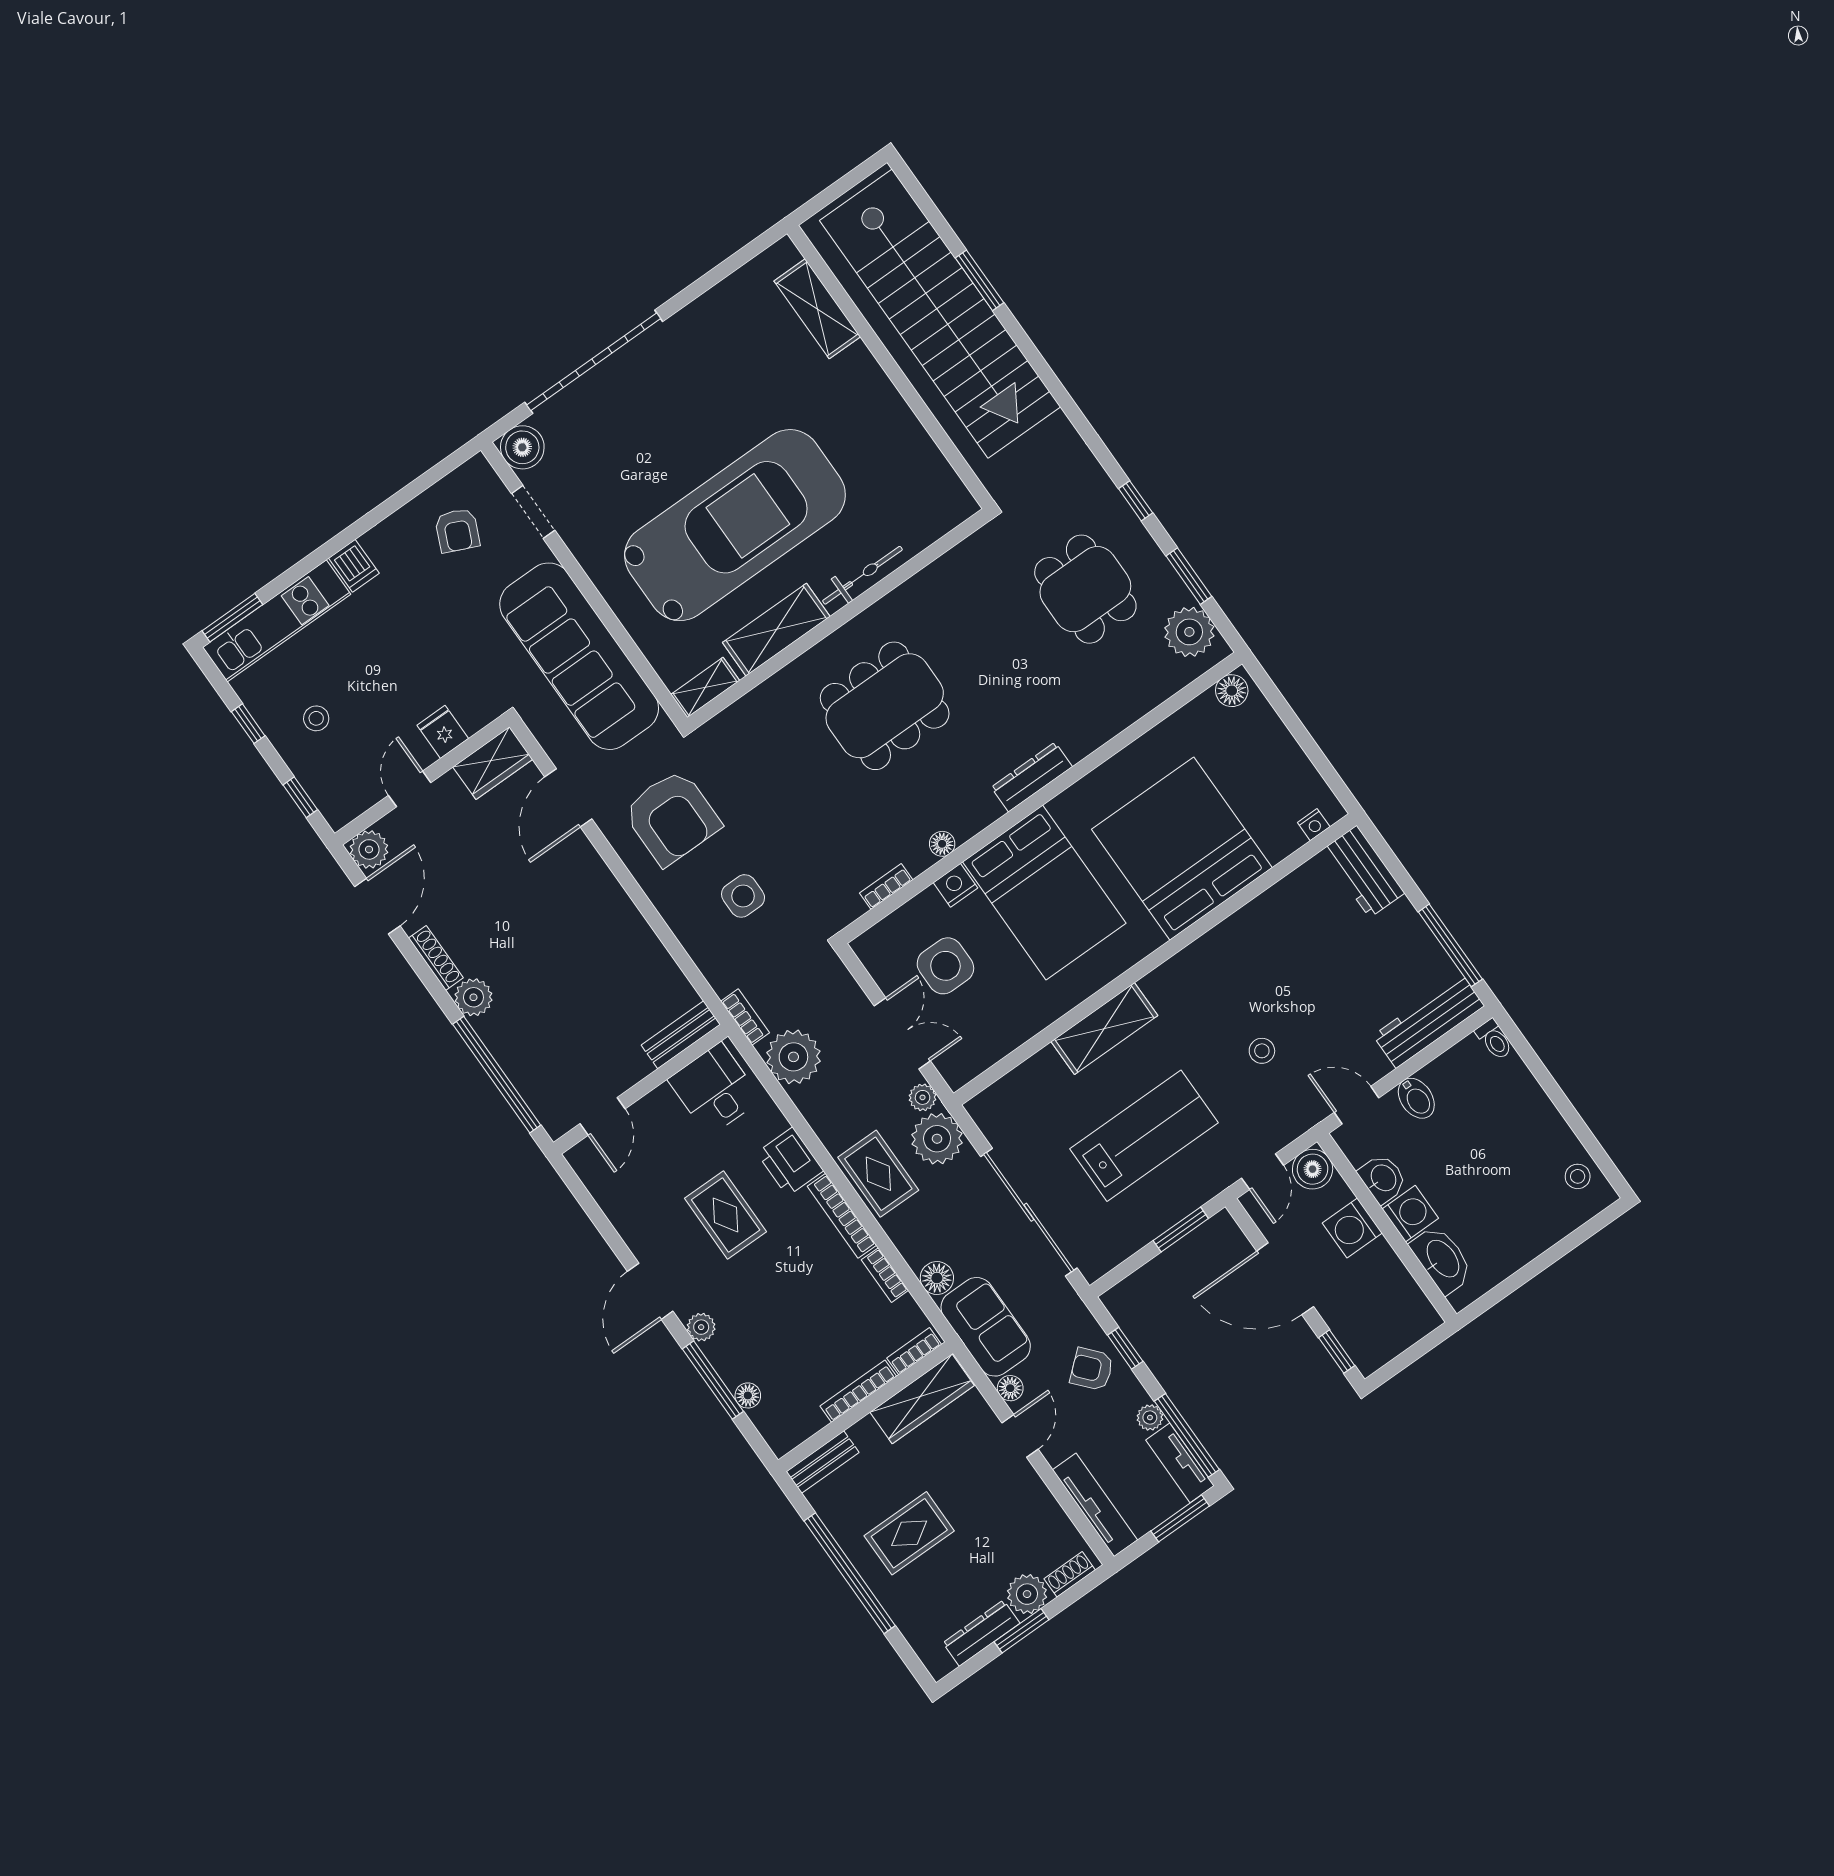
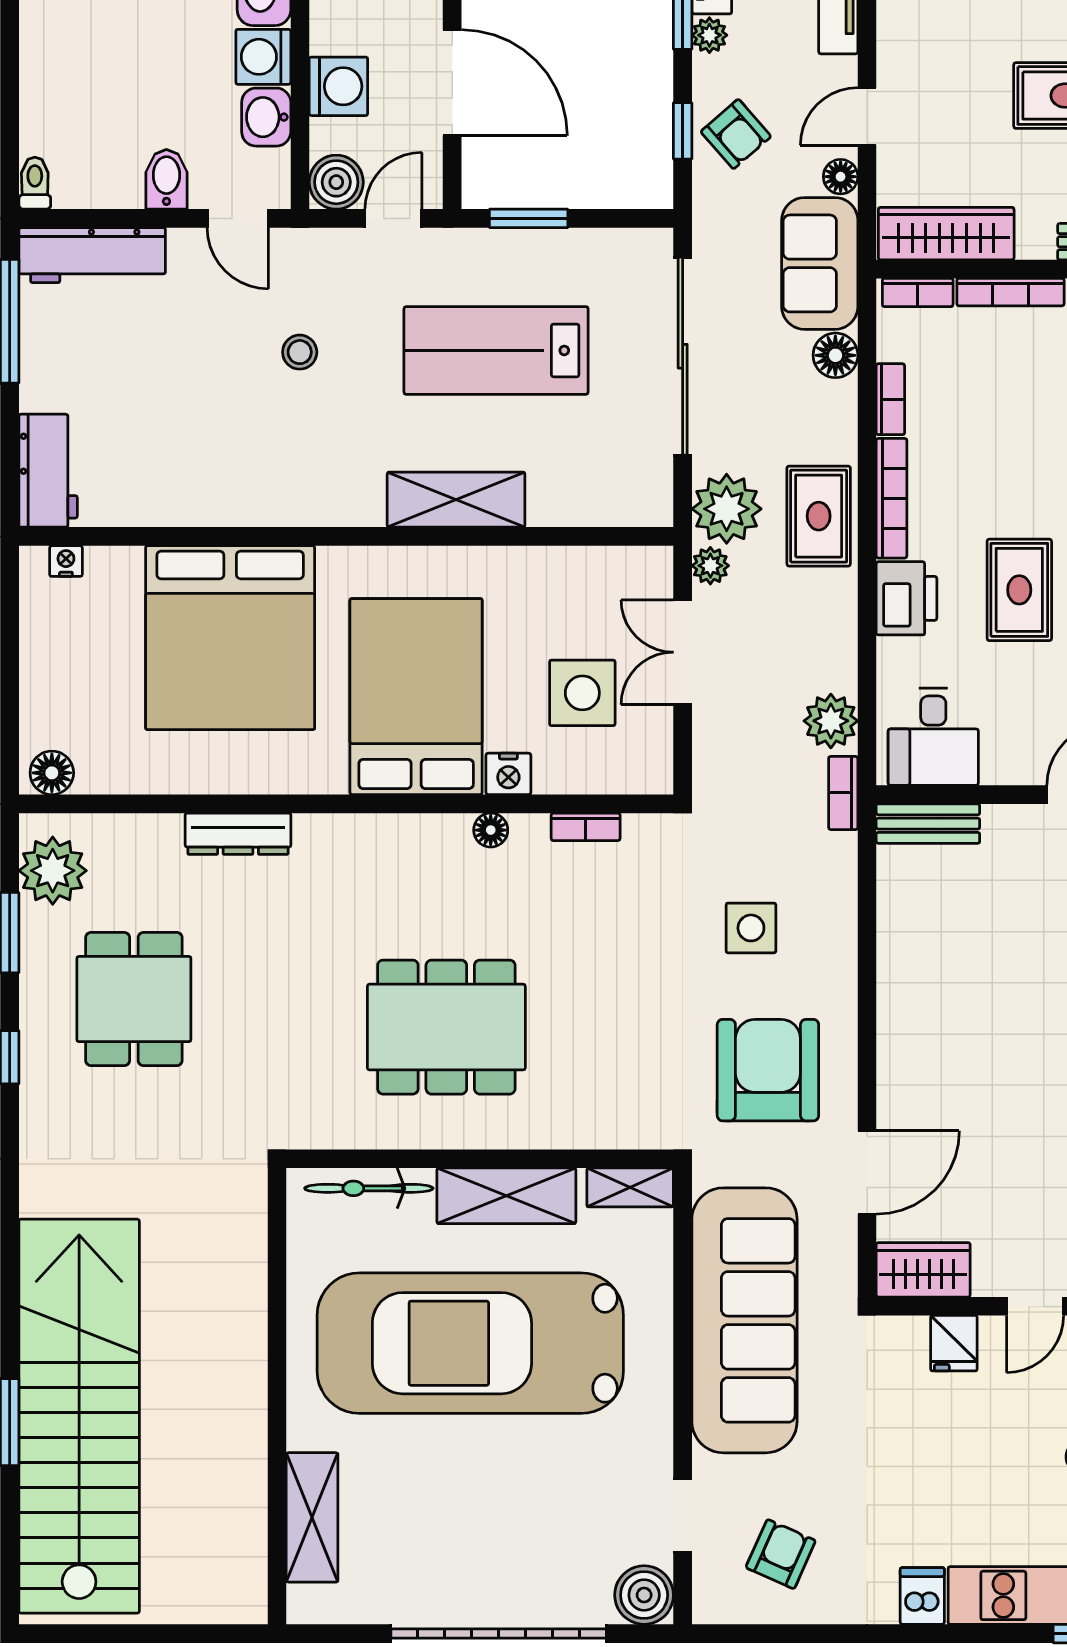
shelving: (817, 309) -> (312, 1517), moved
wall: (890, 367) -> (277, 1396), moved
dresser: (1032, 777) -> (238, 834), moved
plant: (793, 1057) -> (831, 721), width x0.73, depth x0.73

